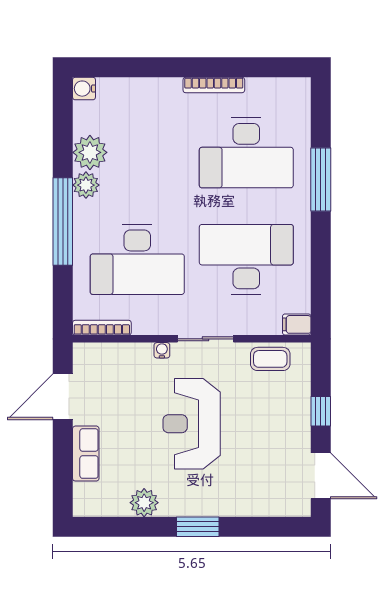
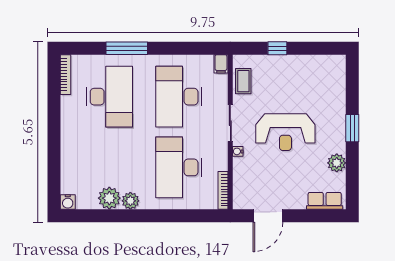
bookcase: (214, 85) -> (65, 75), moved
window: (63, 222) -> (154, 216), removed
desk: (137, 259) -> (179, 167), turned 180
door: (63, 397) -> (268, 216), hinge flipped
row of seats: (86, 454) -> (325, 201), moved
door: (321, 476) -> (319, 48), removed

